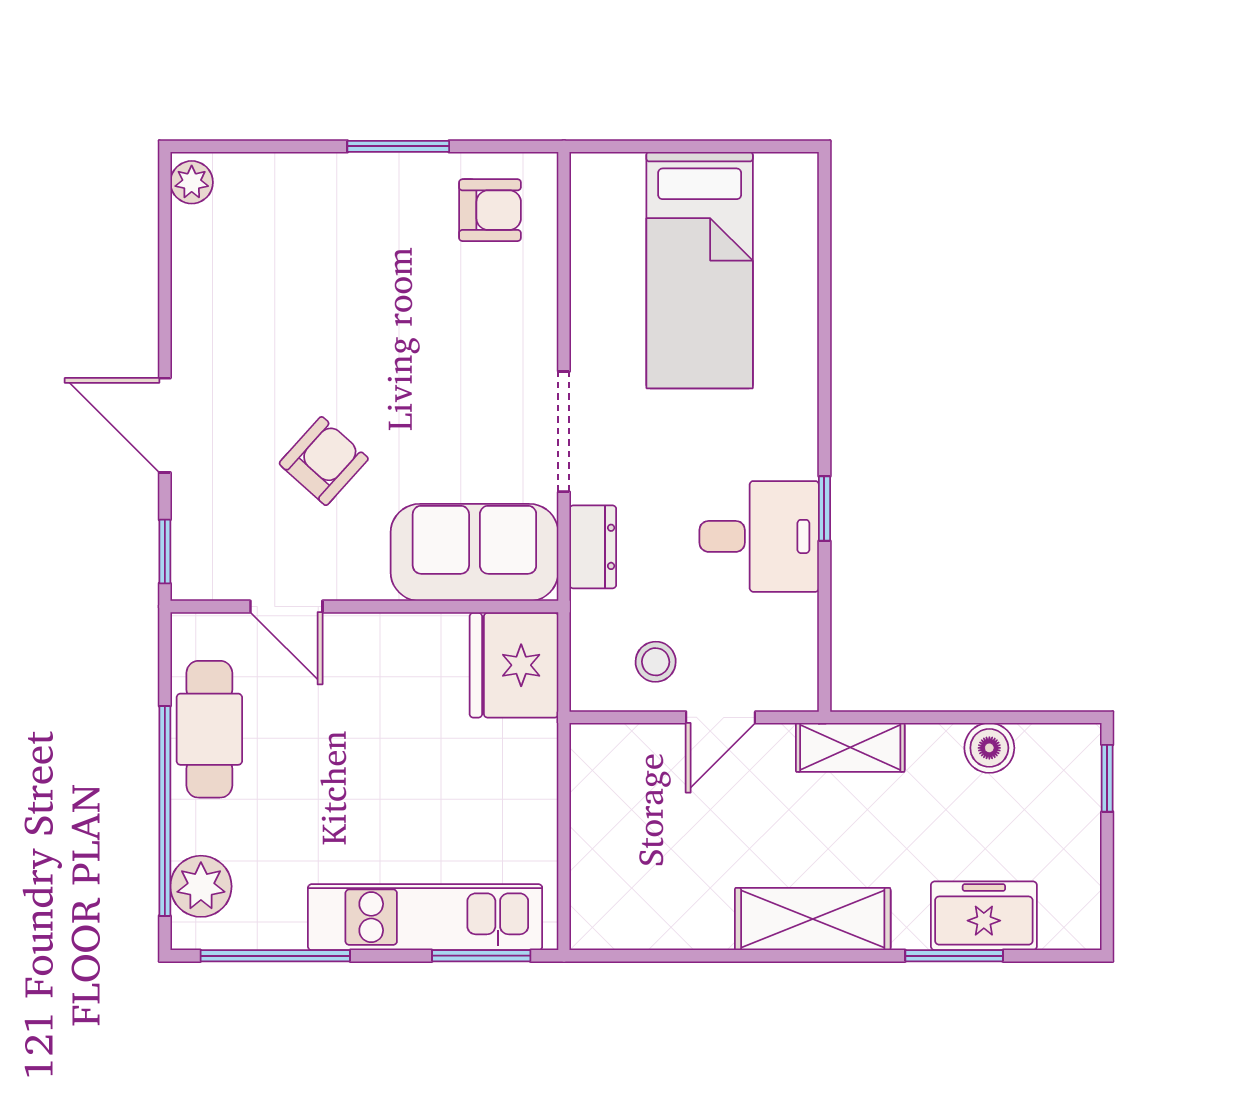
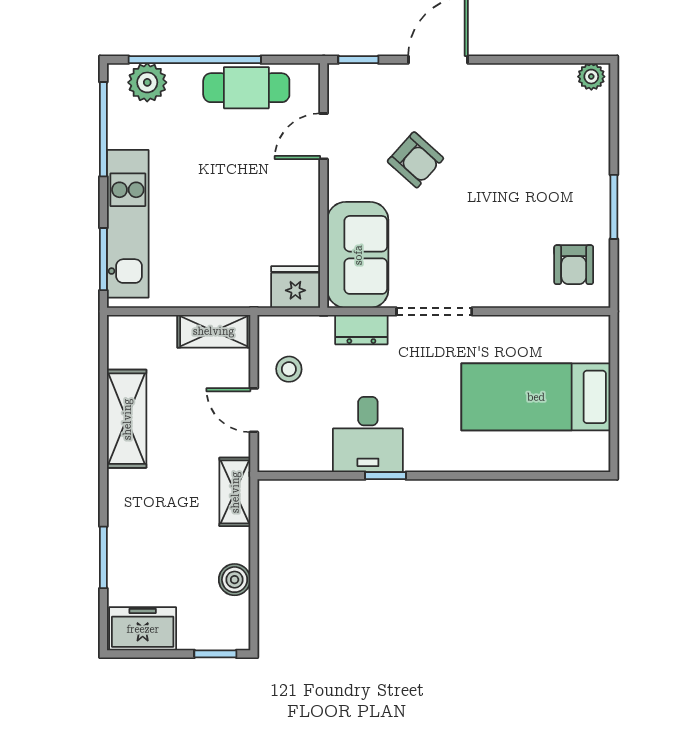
fridge: (514, 665) -> (295, 287), width x0.73, depth x0.75
shelving: (596, 781) -> (214, 331), added
freezer: (984, 916) -> (143, 629), moved, turned -90
shelving: (813, 919) -> (127, 419), moved

